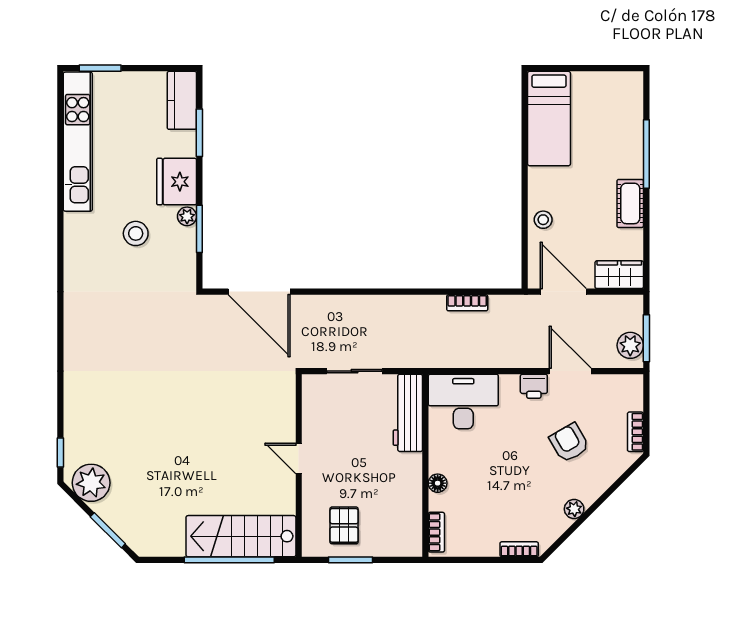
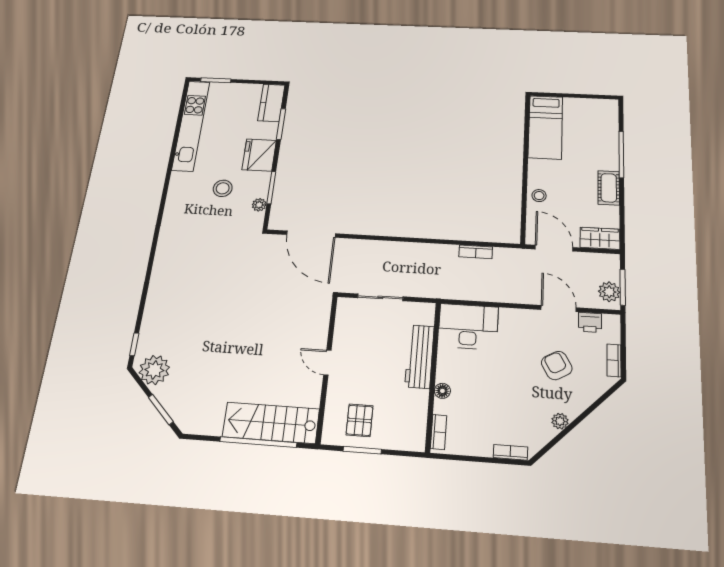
plant: (187, 216) -> (259, 205), moved
printer: (534, 386) -> (590, 322), moved
workbench: (408, 413) -> (420, 356), moved

